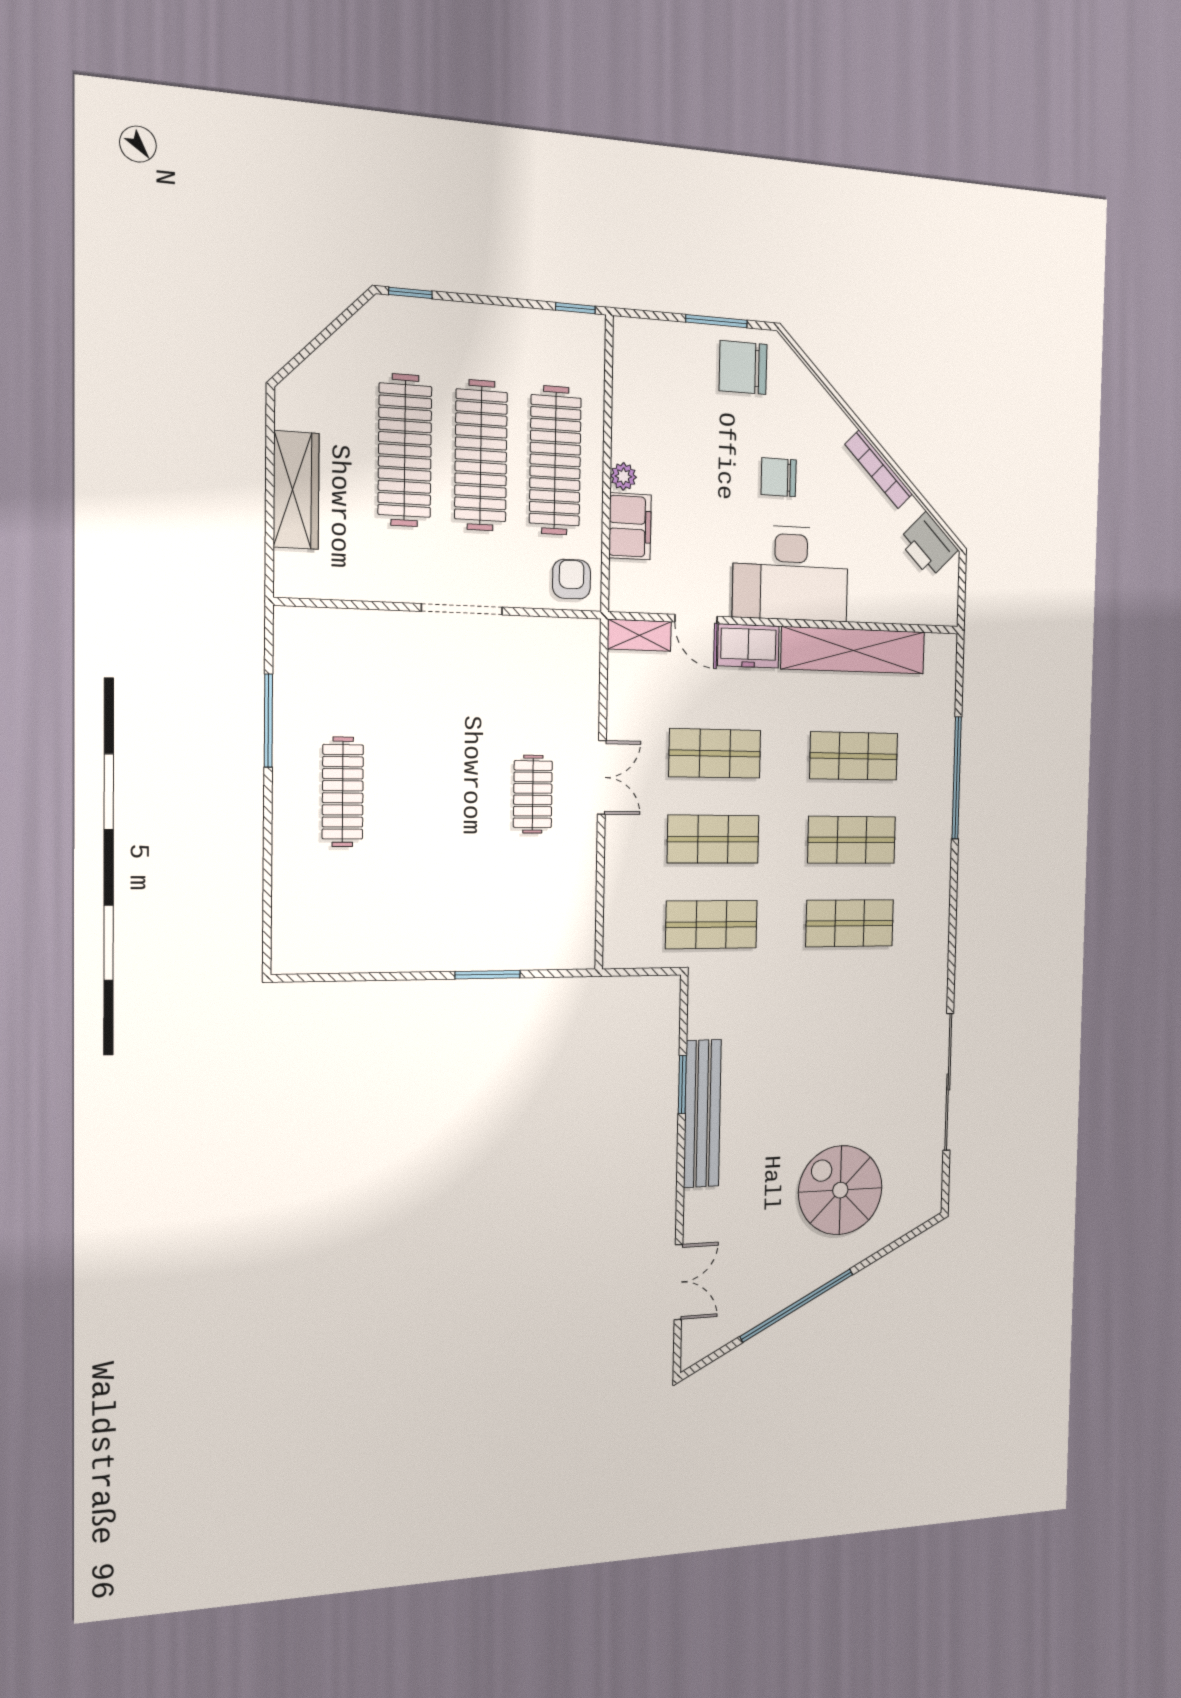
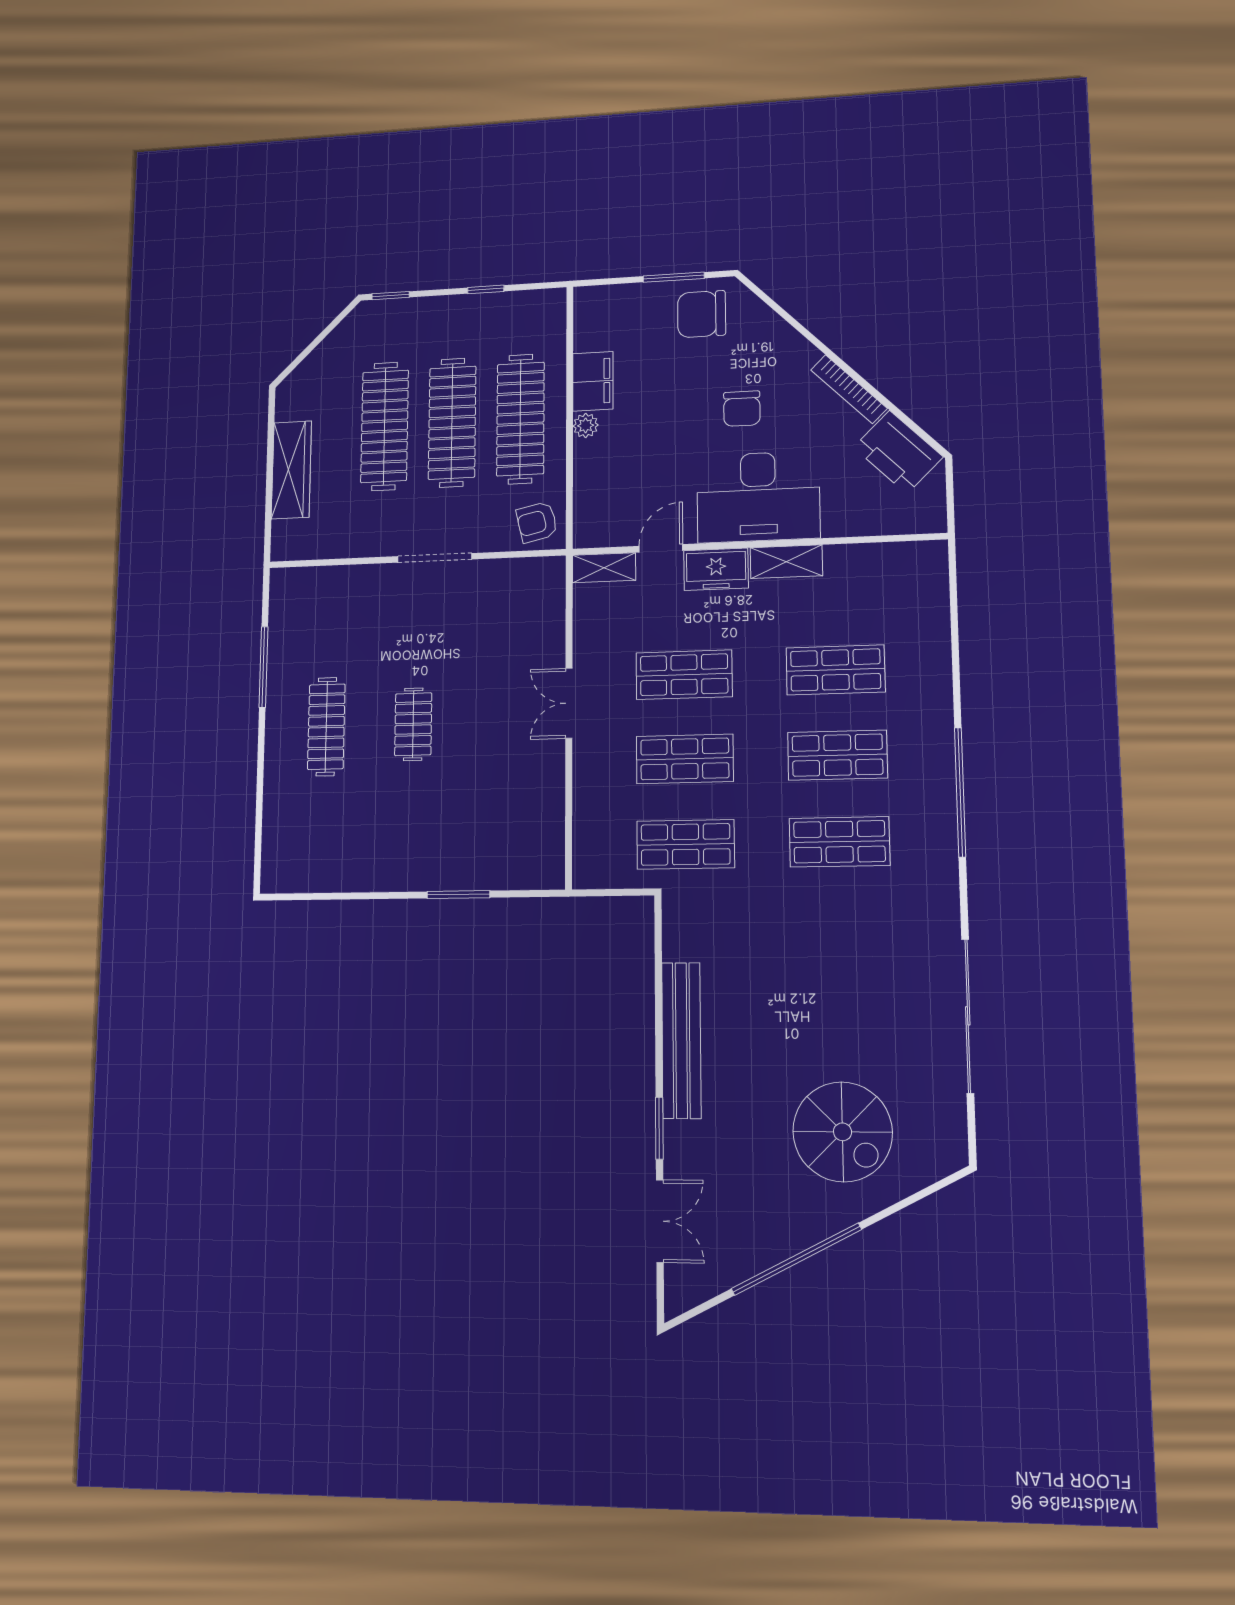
window: (575, 308) -> (486, 289), moved
chair: (779, 477) -> (742, 409), turned -90
filing cabinet: (630, 526) -> (593, 381), moved
printer: (928, 545) -> (898, 452), width x1.37, depth x1.19
armchair: (572, 579) -> (537, 522), turned -103
door: (696, 619) -> (661, 548), swing flipped
shelving: (853, 650) -> (786, 562), width x0.45, depth x0.75
double door: (602, 777) -> (569, 703), swing flipped
window: (957, 778) -> (960, 792), moved
clothes rail: (533, 794) -> (413, 724), moved
window: (682, 1085) -> (659, 1128), moved
spiral stairs: (840, 1190) -> (843, 1132), turned 180

